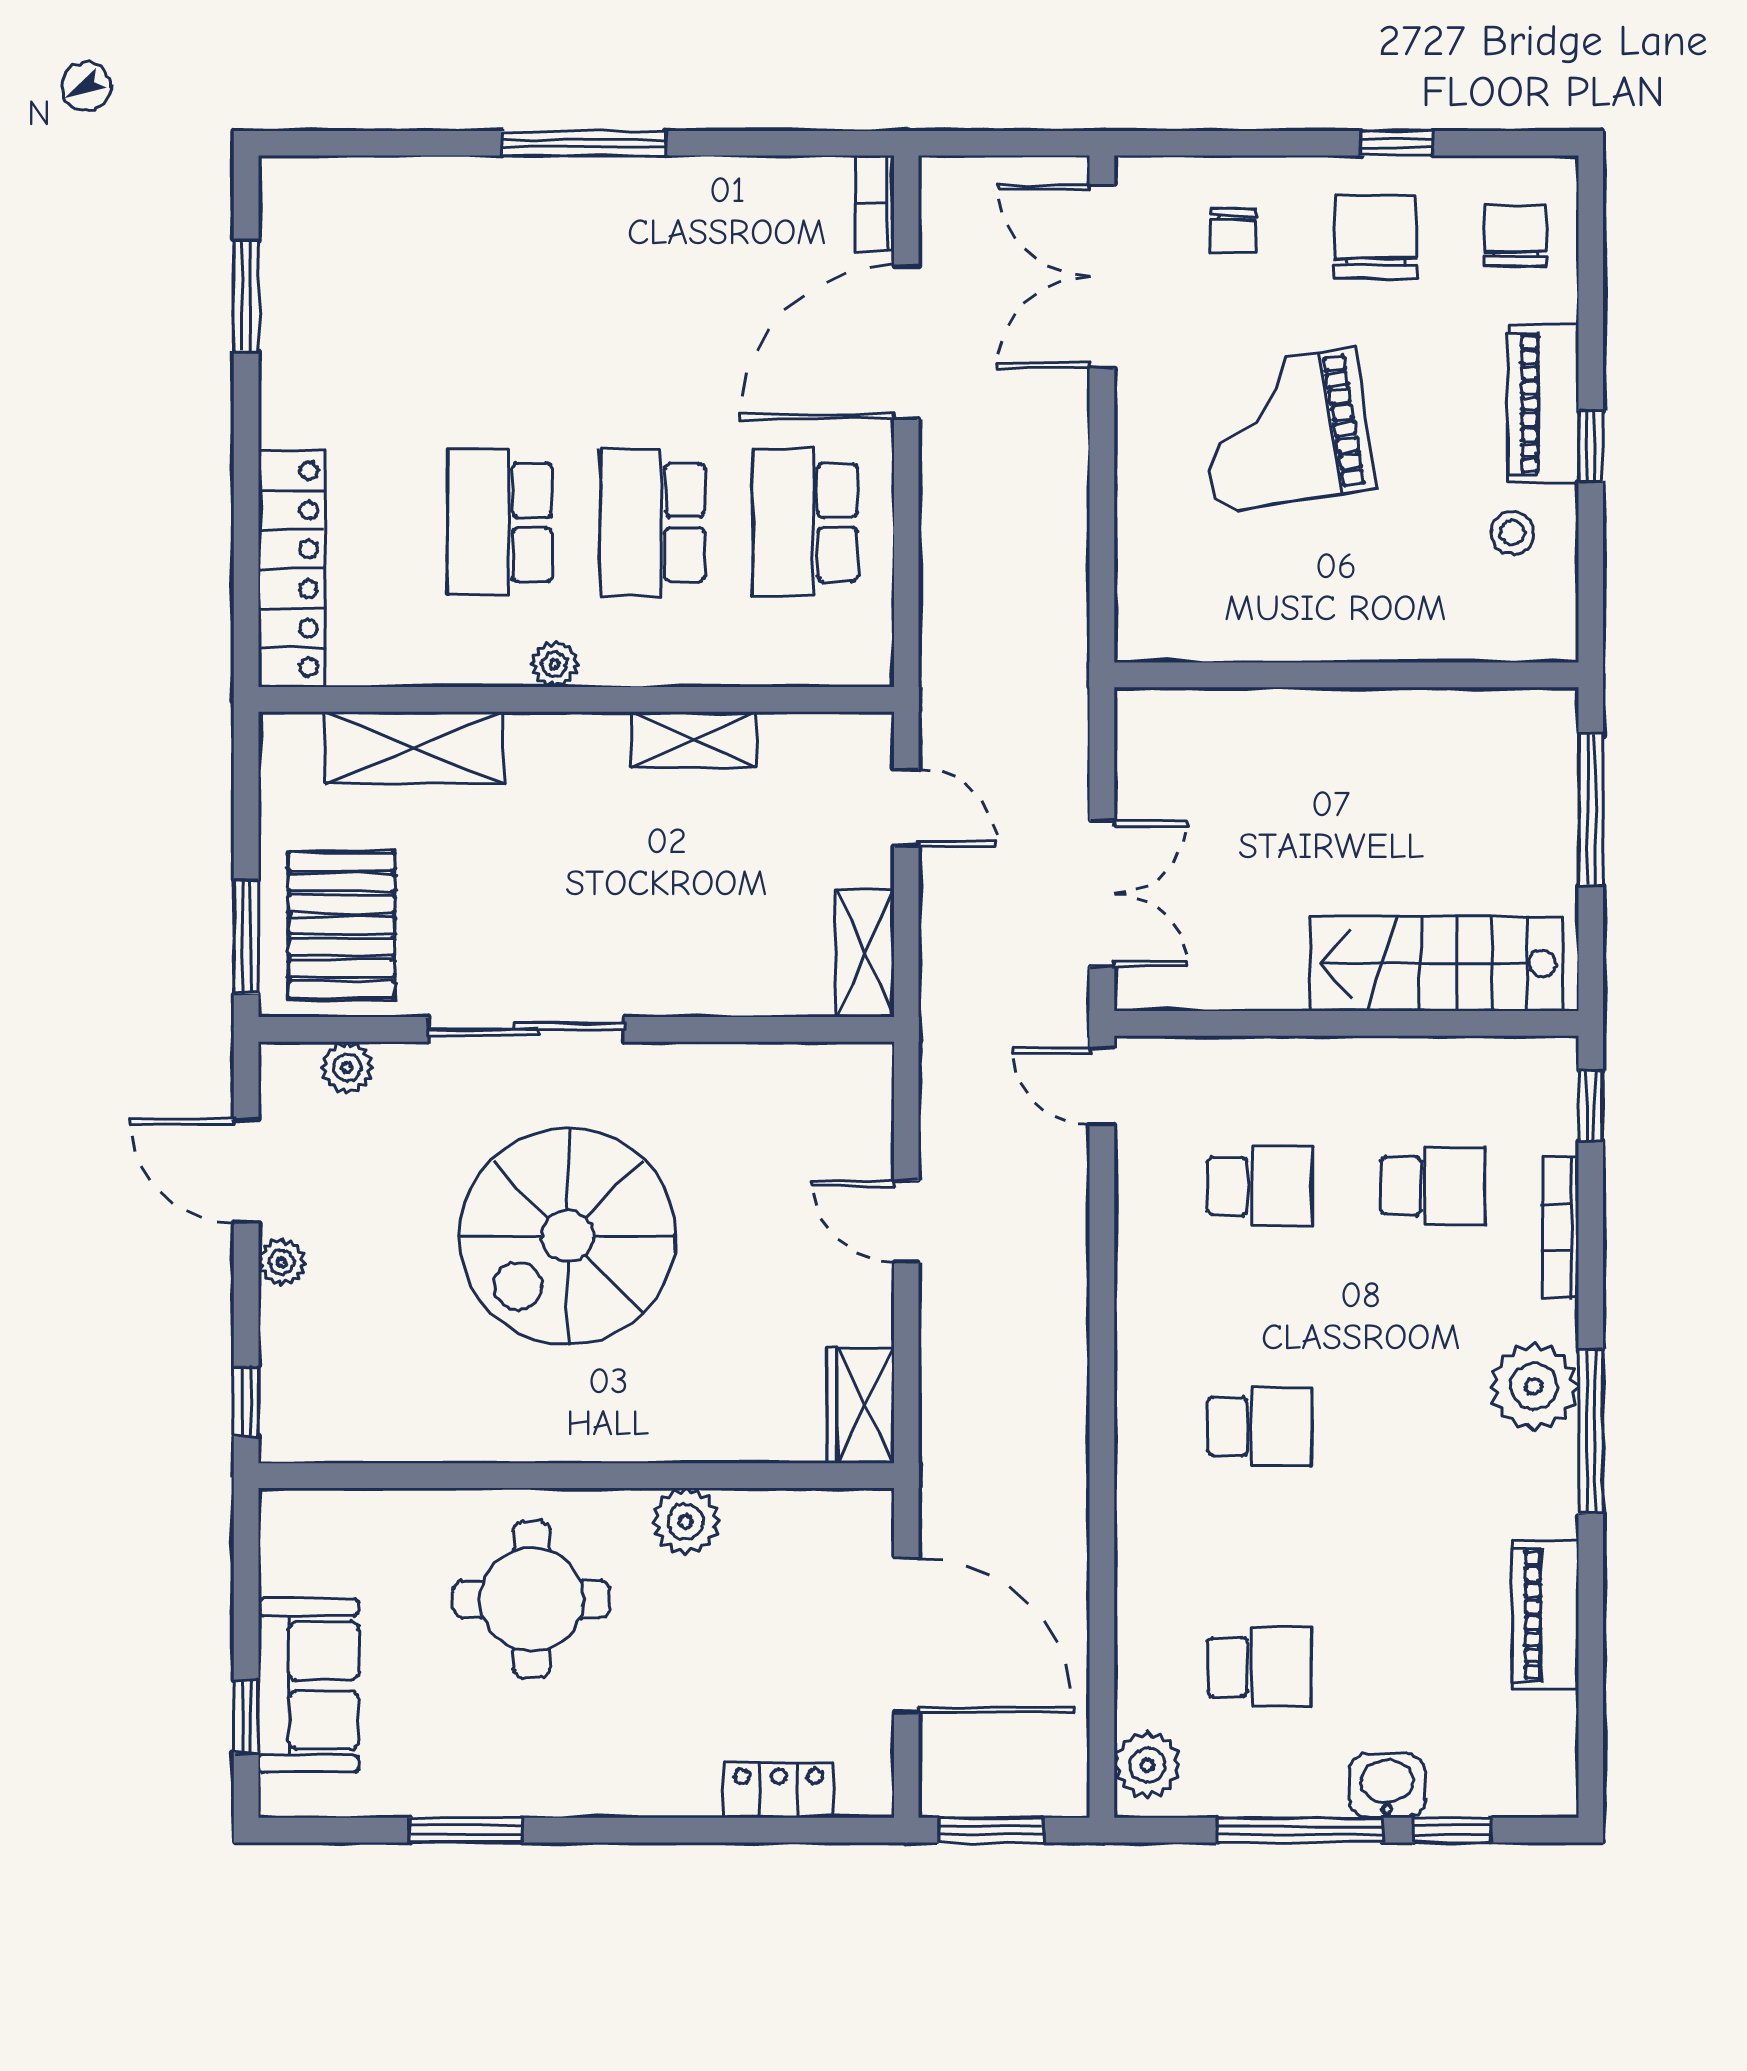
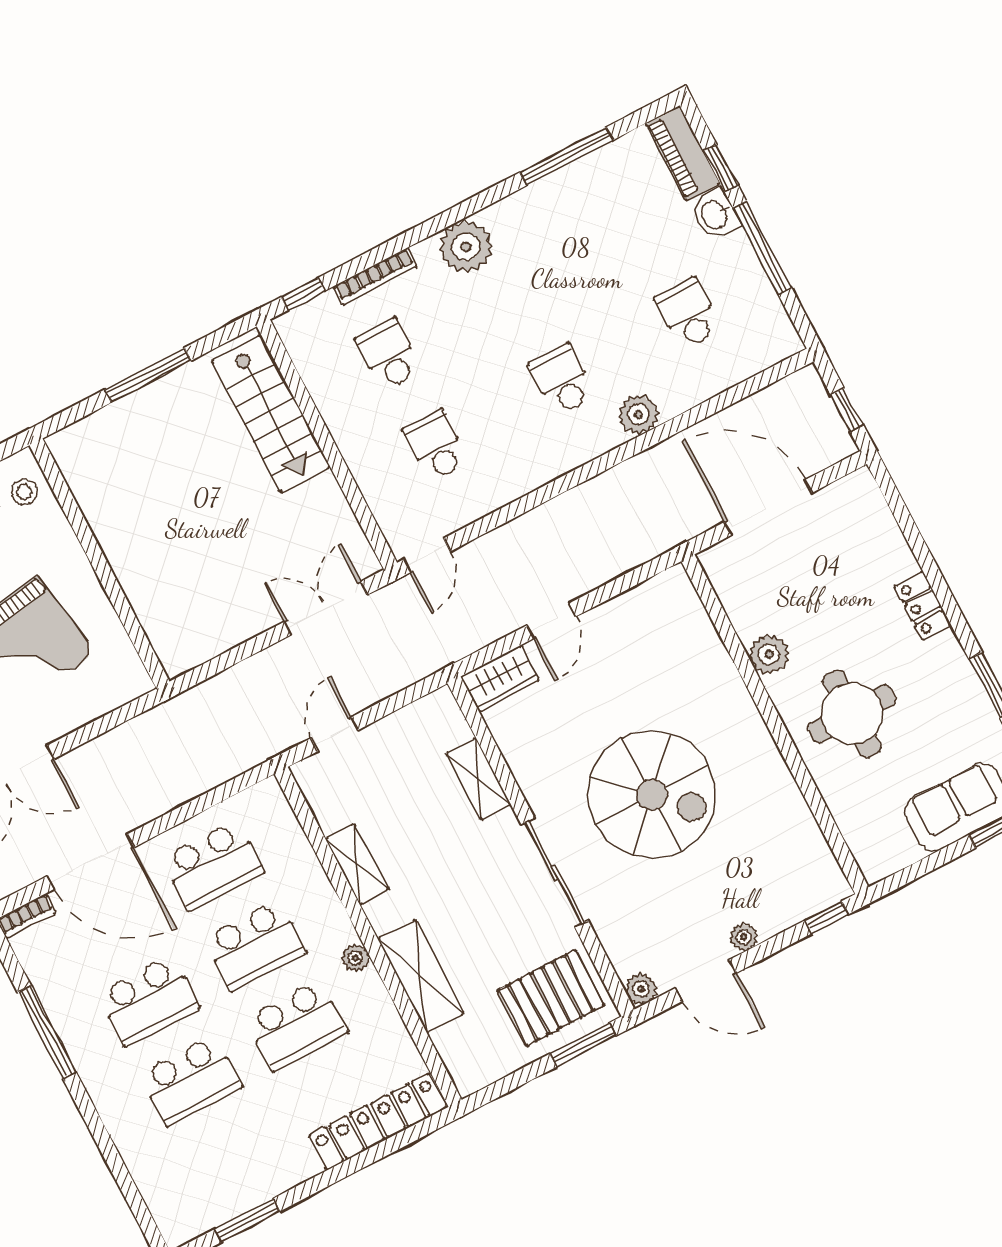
window: (584, 143) -> (47, 1032), moved
school desk: (500, 320) -> (190, 1081), added
school desk: (653, 320) -> (149, 1001), added
wall: (1346, 675) -> (100, 563), moved
shelving: (414, 748) -> (421, 976), moved
shelving: (865, 953) -> (478, 779), moved, turned 90
plant: (347, 1068) -> (641, 989), moved
door: (246, 1171) -> (706, 981), hinge flipped
wardrobe: (860, 1405) -> (500, 678), moved
window: (1591, 1432) -> (566, 156), moved
piano: (1545, 1615) -> (683, 153), moved, turned 90
door: (906, 1635) -> (768, 508), hinge flipped
plant: (1147, 1765) -> (639, 414), moved
locker: (779, 1790) -> (923, 606), moved
window: (991, 1830) -> (847, 410), width x0.67

